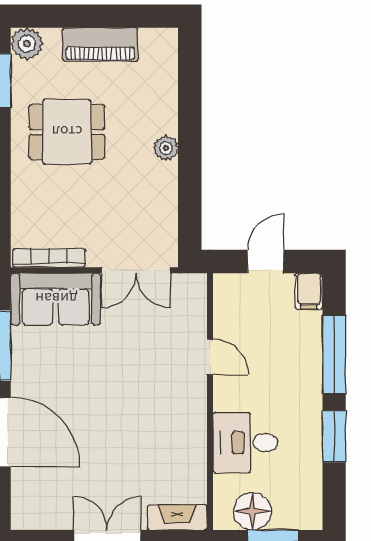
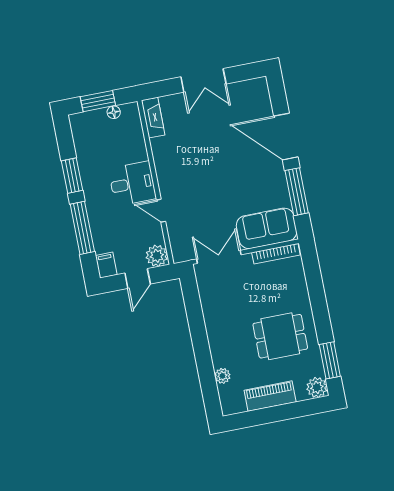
plant: (166, 148) -> (222, 376), moved
plant: (230, 290) -> (157, 256), added
desk: (245, 443) -> (132, 184), moved
floor lamp: (252, 511) -> (114, 112), width x0.53, depth x0.53
fireplace: (177, 517) -> (153, 118), moved, turned -90

